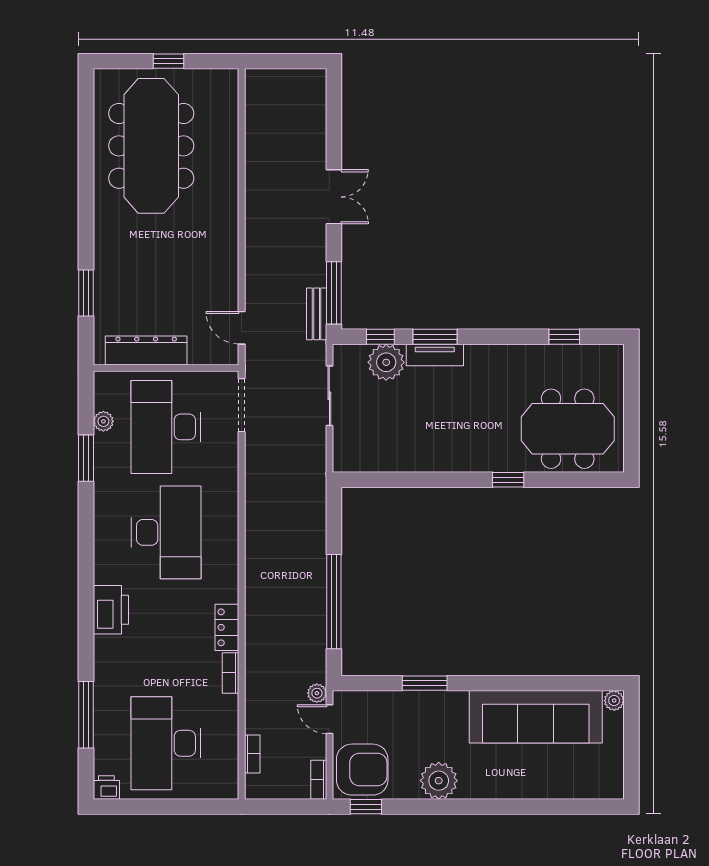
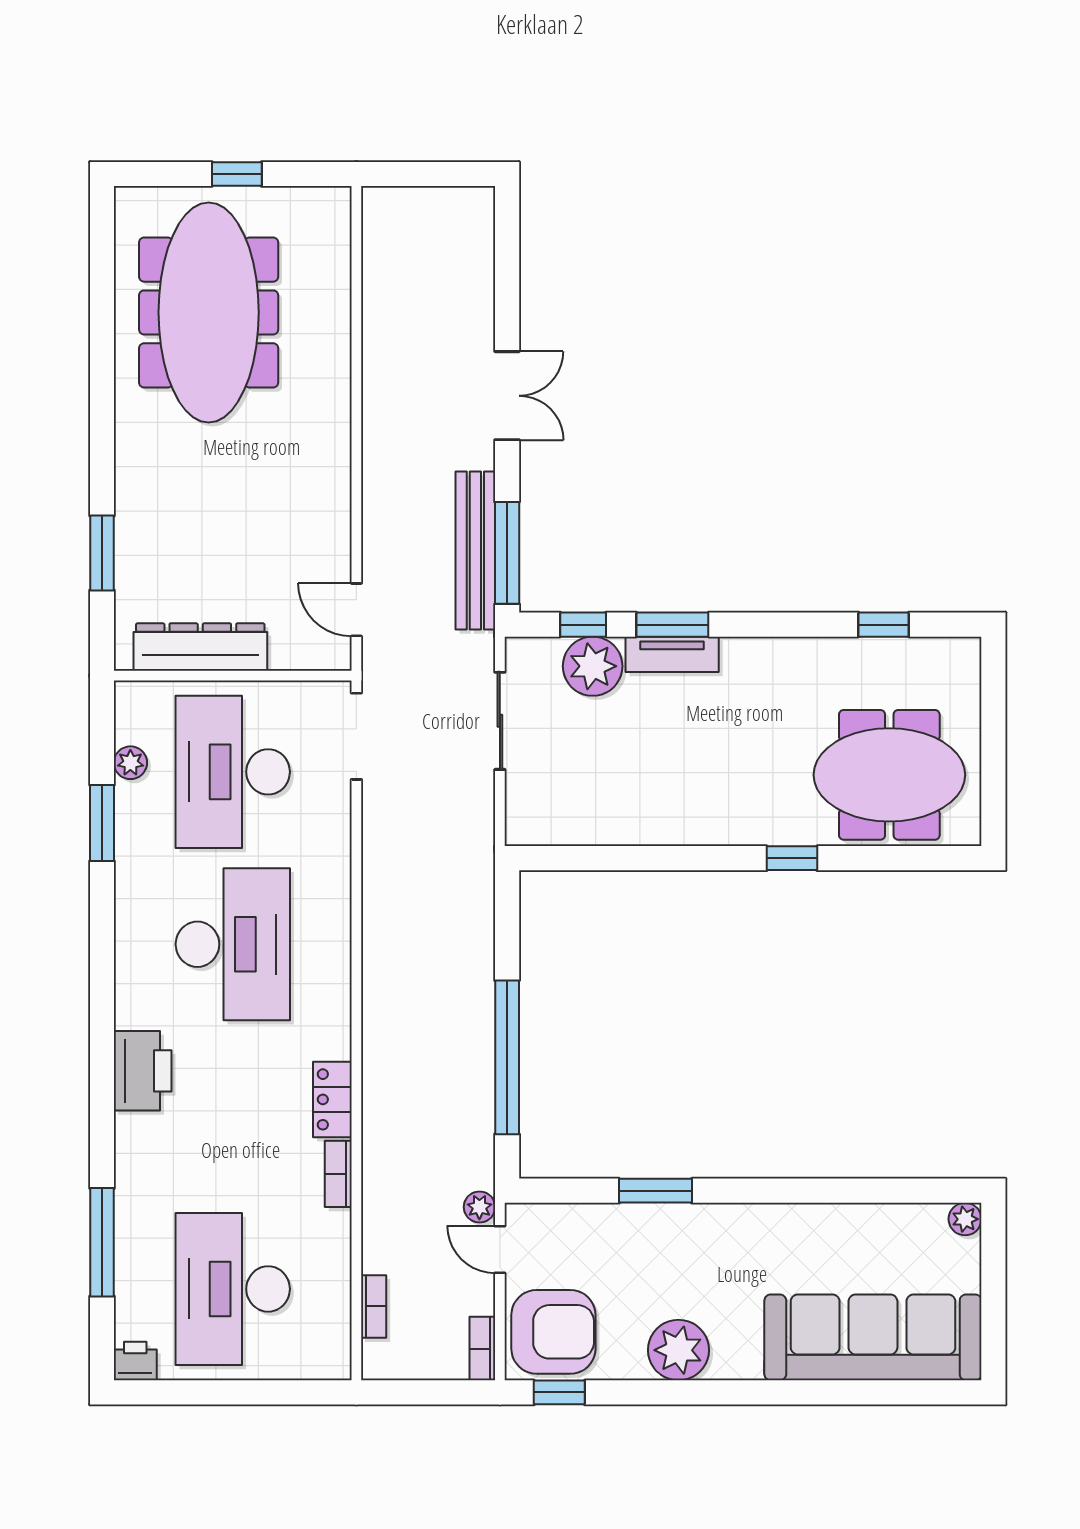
bench: (317, 314) -> (475, 551), width x1.86, depth x1.21
sofa: (536, 717) -> (873, 1337), moved, turned 180

